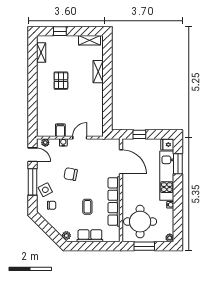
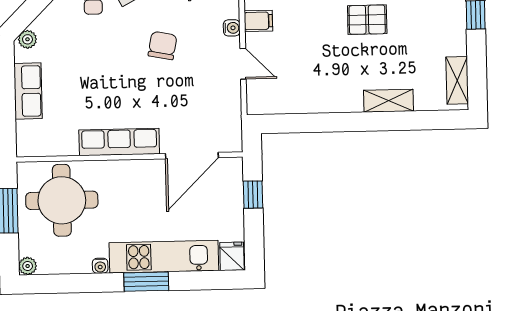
window: (178, 164) -> (146, 282), moved
row of seats: (114, 201) -> (119, 142), width x0.73
coffee table: (87, 207) -> (92, 84), removed

